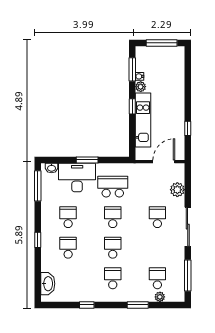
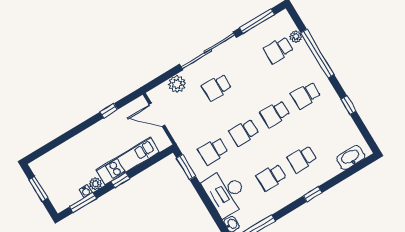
window: (162, 43) -> (38, 189), width x0.69
window: (87, 160) -> (186, 167), moved
school desk: (113, 187) -> (213, 151), width x0.54
sliding door: (188, 227) -> (208, 51), width x1.36
window: (138, 305) -> (317, 54), width x2.11

